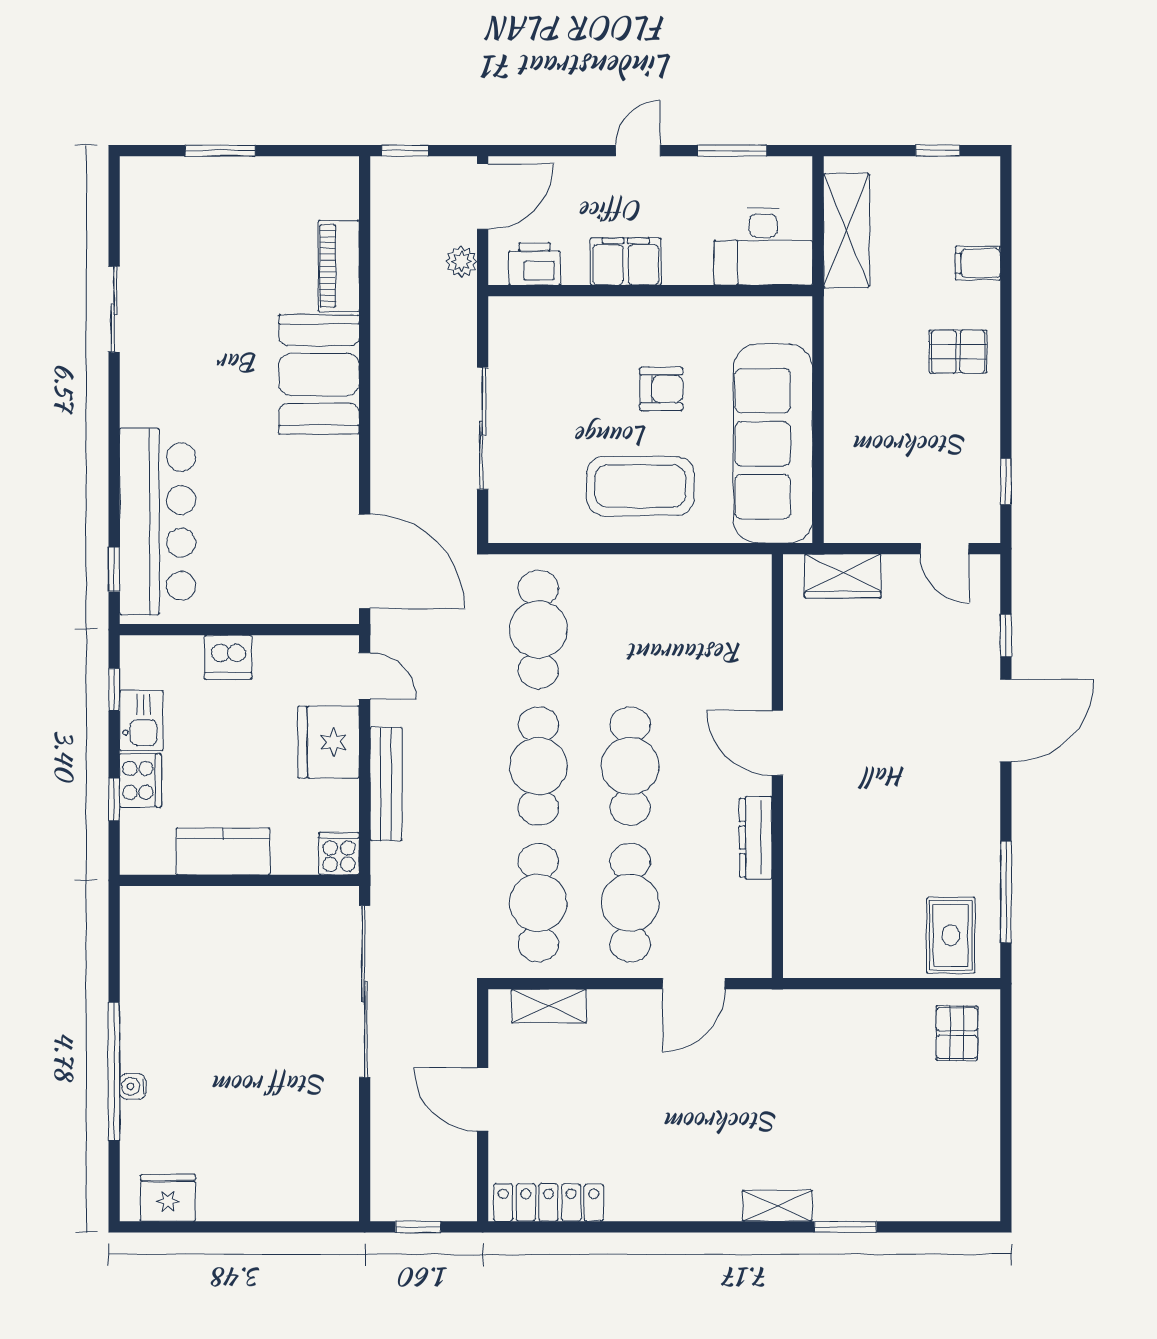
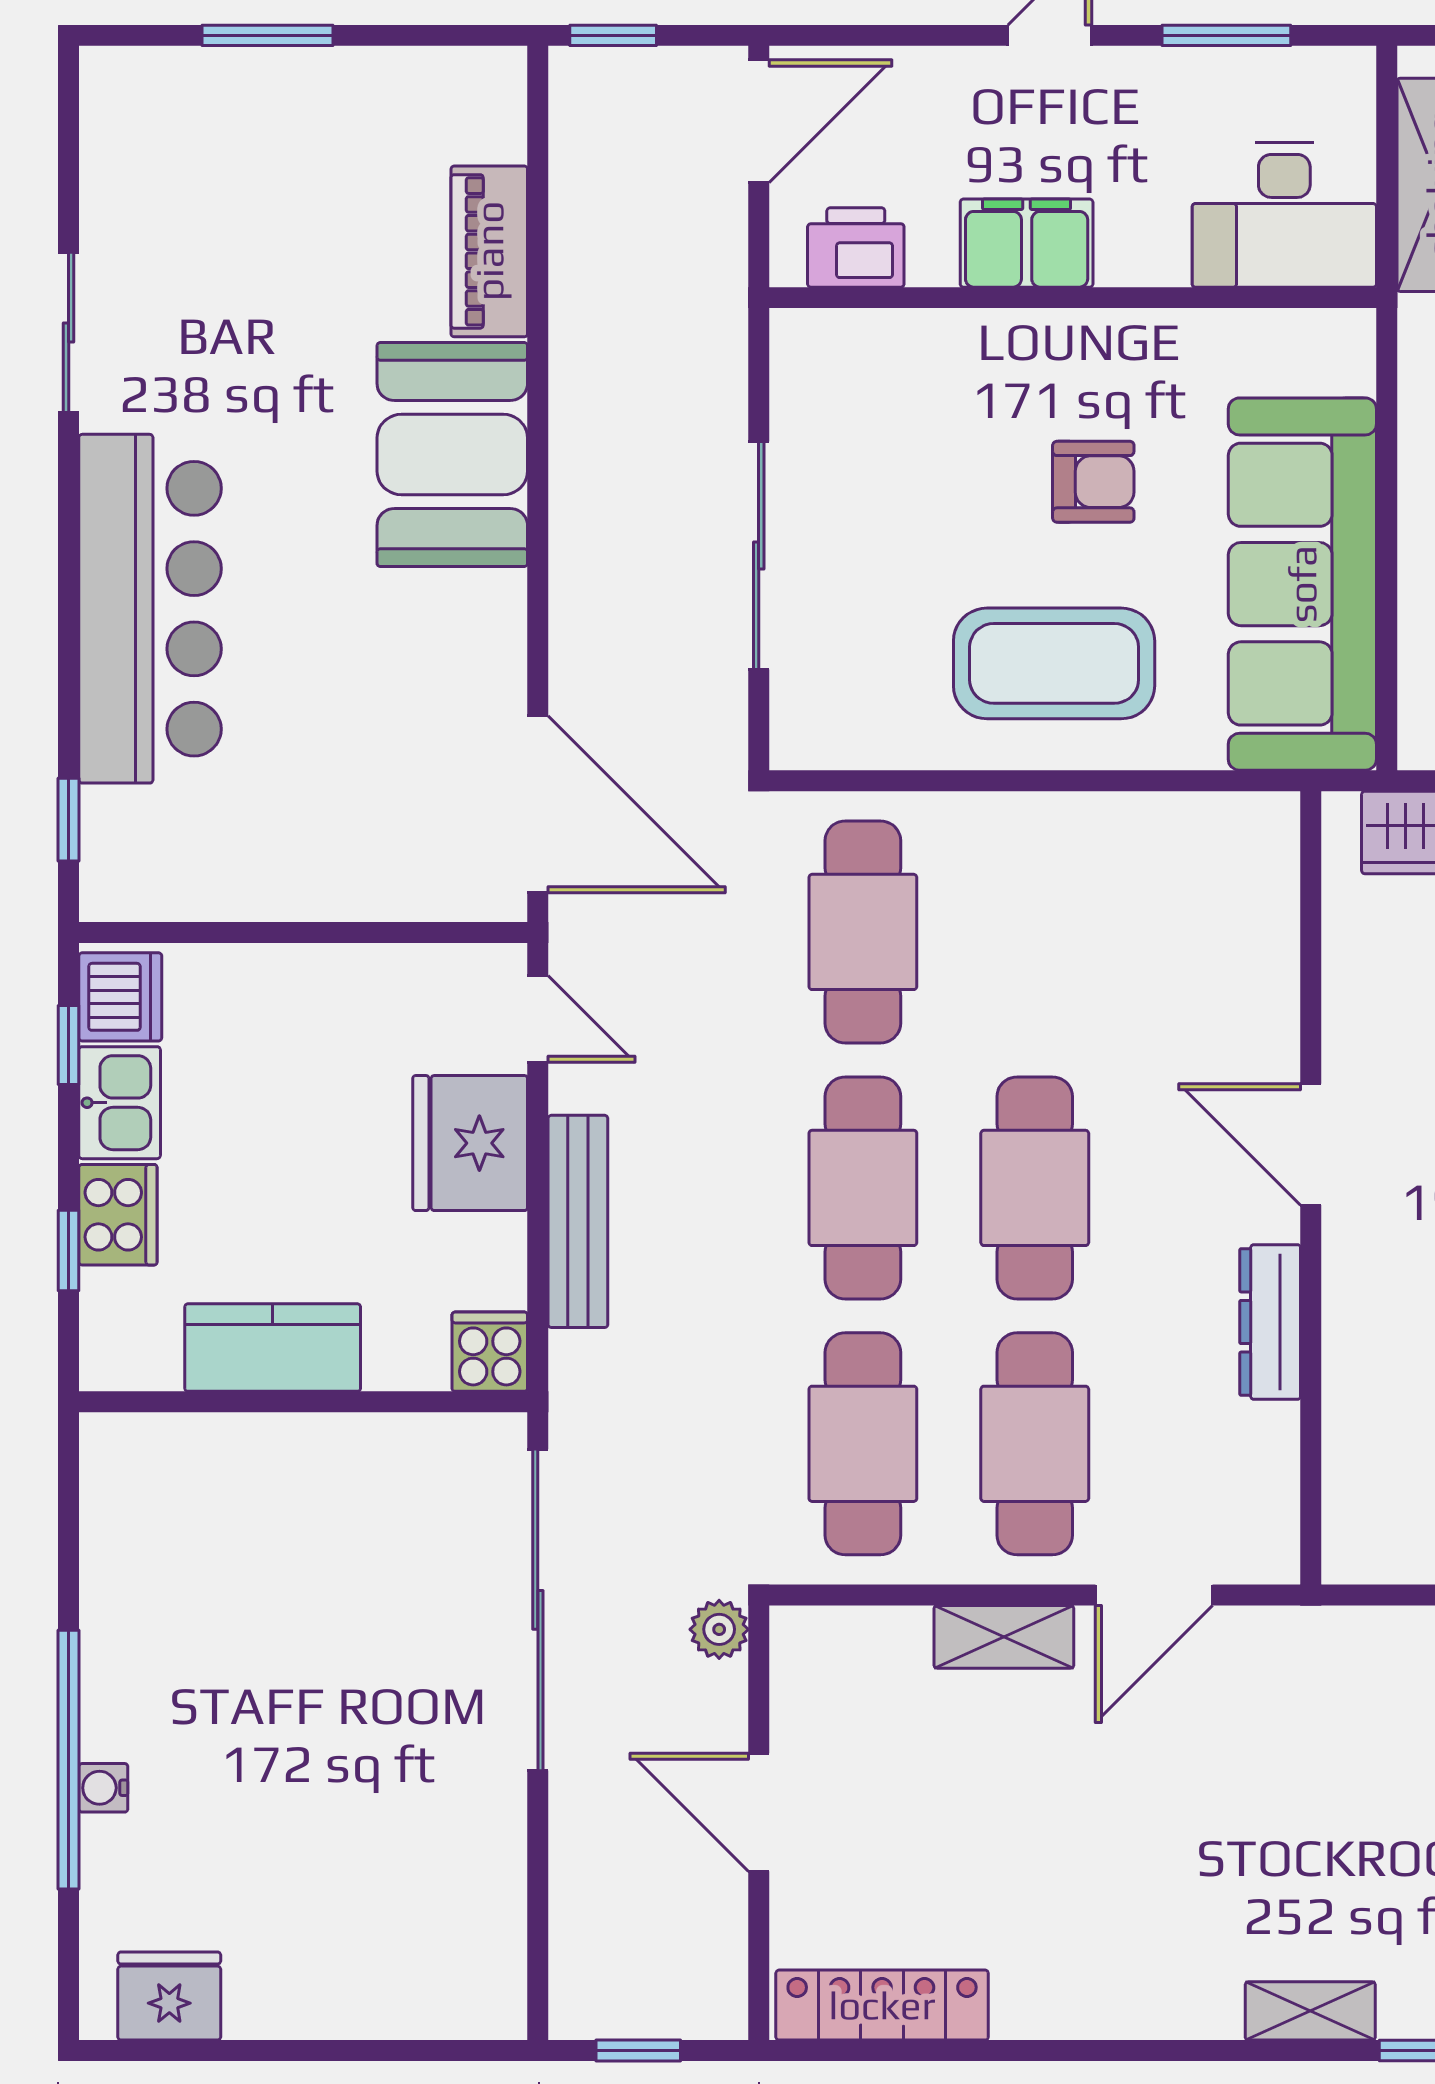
plant: (462, 262) -> (719, 1629), moved
bar counter: (158, 521) -> (150, 609), moved
dishwasher: (228, 657) -> (120, 997), moved, turned -90
shelving: (549, 1006) -> (1004, 1637), moved

